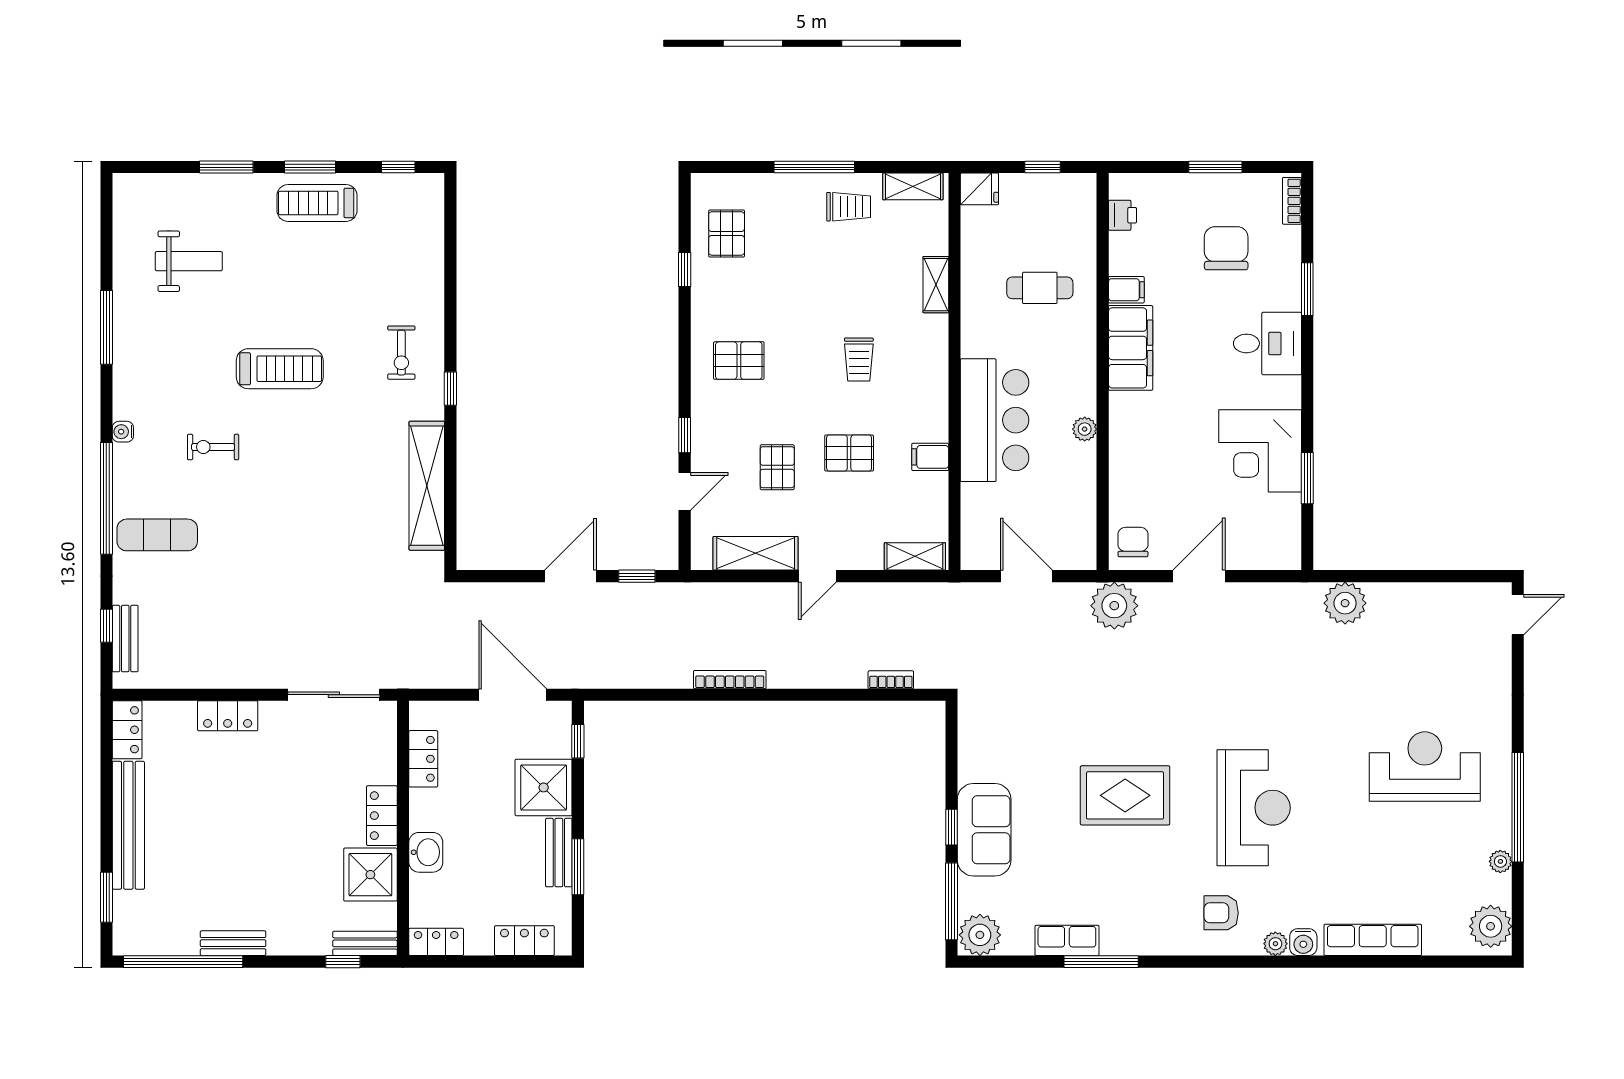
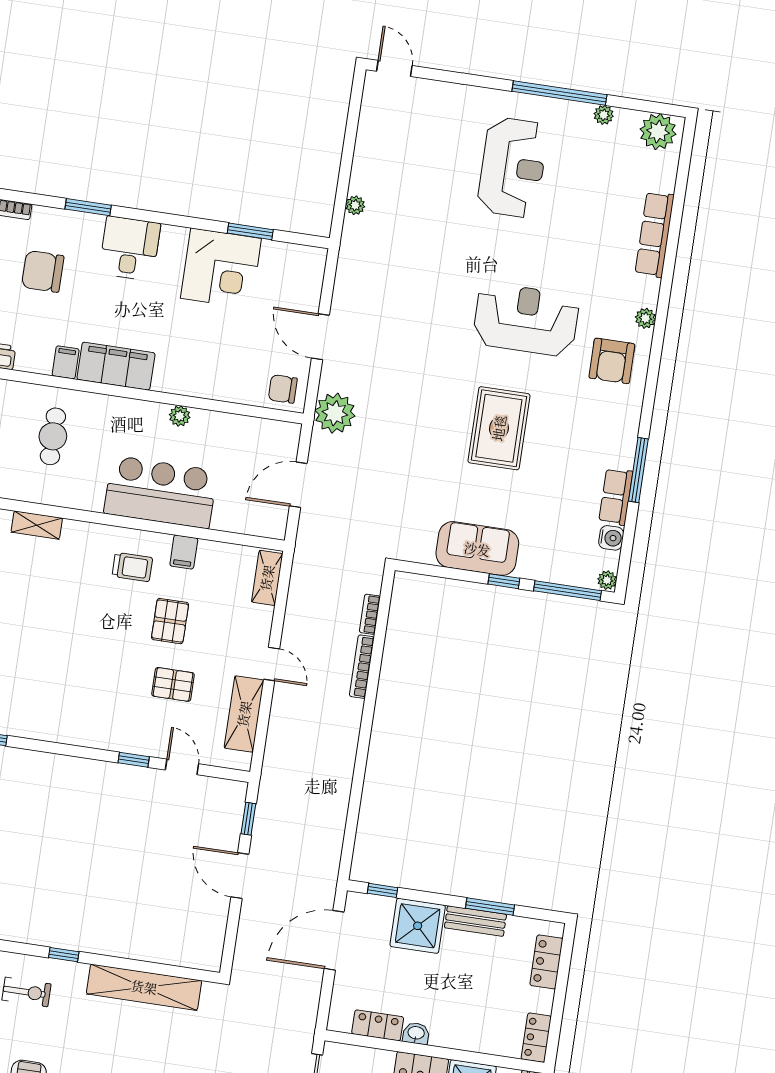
trolley: (859, 360) -> (132, 567), moved
pallet: (739, 361) -> (77, 704), removed
plant: (1345, 603) -> (355, 205), width x0.53, depth x0.53
bookcase: (730, 680) -> (362, 667), moved
reception desk: (1425, 767) -> (513, 168), turned 180
sofa: (984, 830) -> (477, 549), moved
washbasin: (426, 852) -> (416, 1033), moved, width x0.72, depth x0.69
armchair: (1221, 913) -> (612, 361), width x1.38, depth x1.38
plant: (980, 935) -> (607, 580), width x0.53, depth x0.53
water cooler: (1303, 942) -> (611, 538), moved

